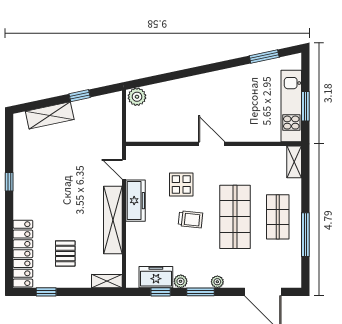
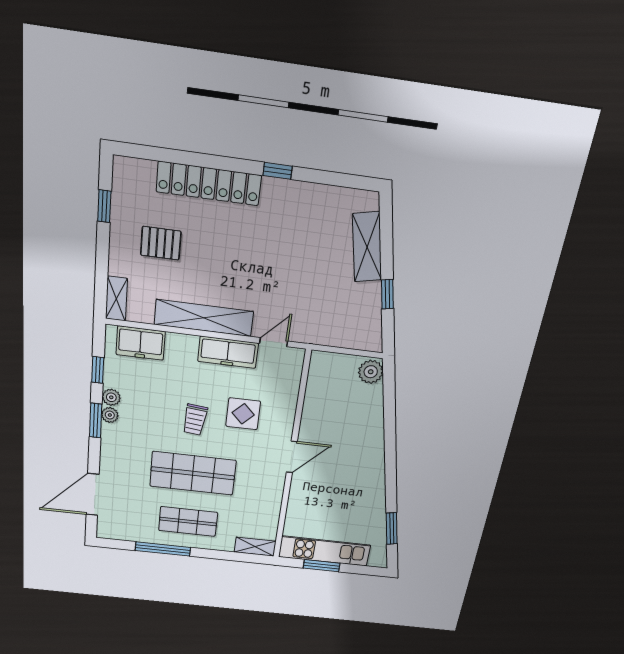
locker: (23, 254) -> (209, 184), moved
freezer: (156, 277) -> (141, 343), moved, turned 90
plant: (217, 282) -> (110, 415), moved

